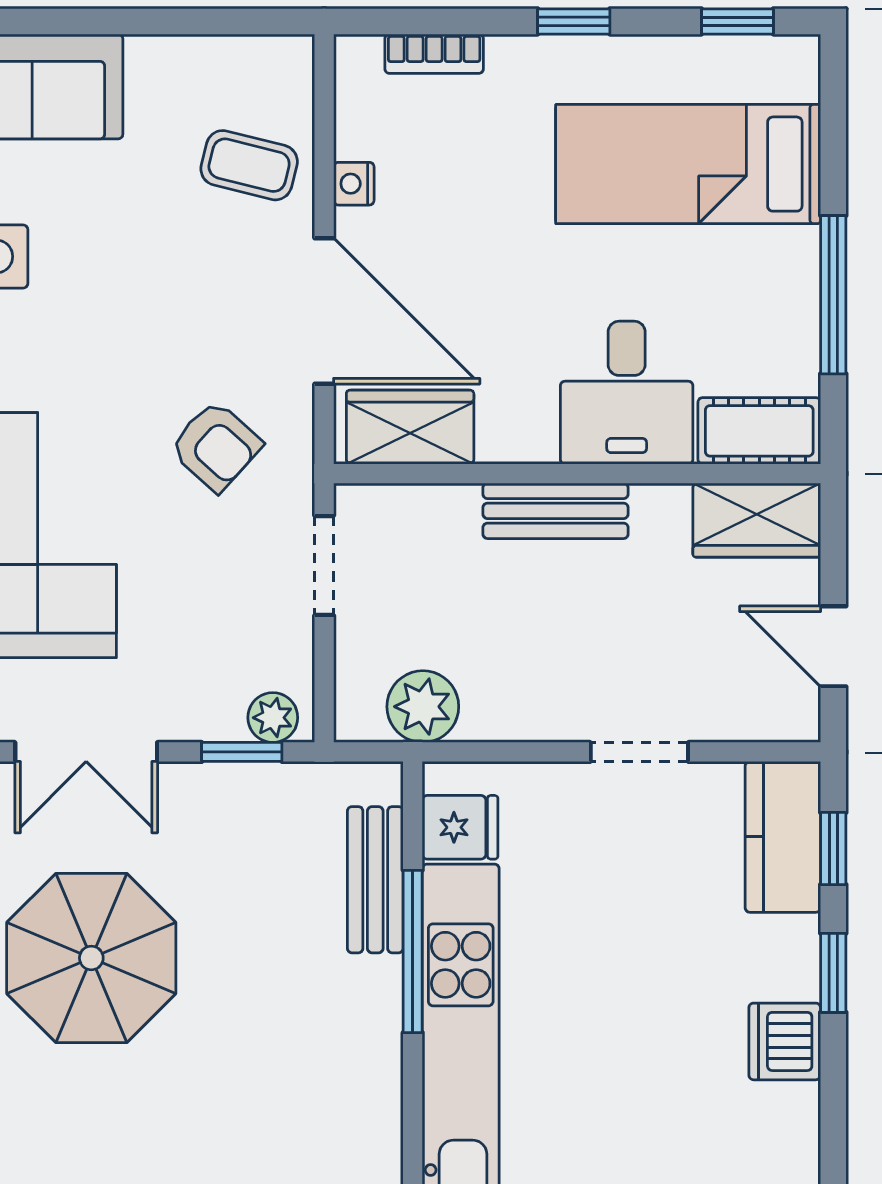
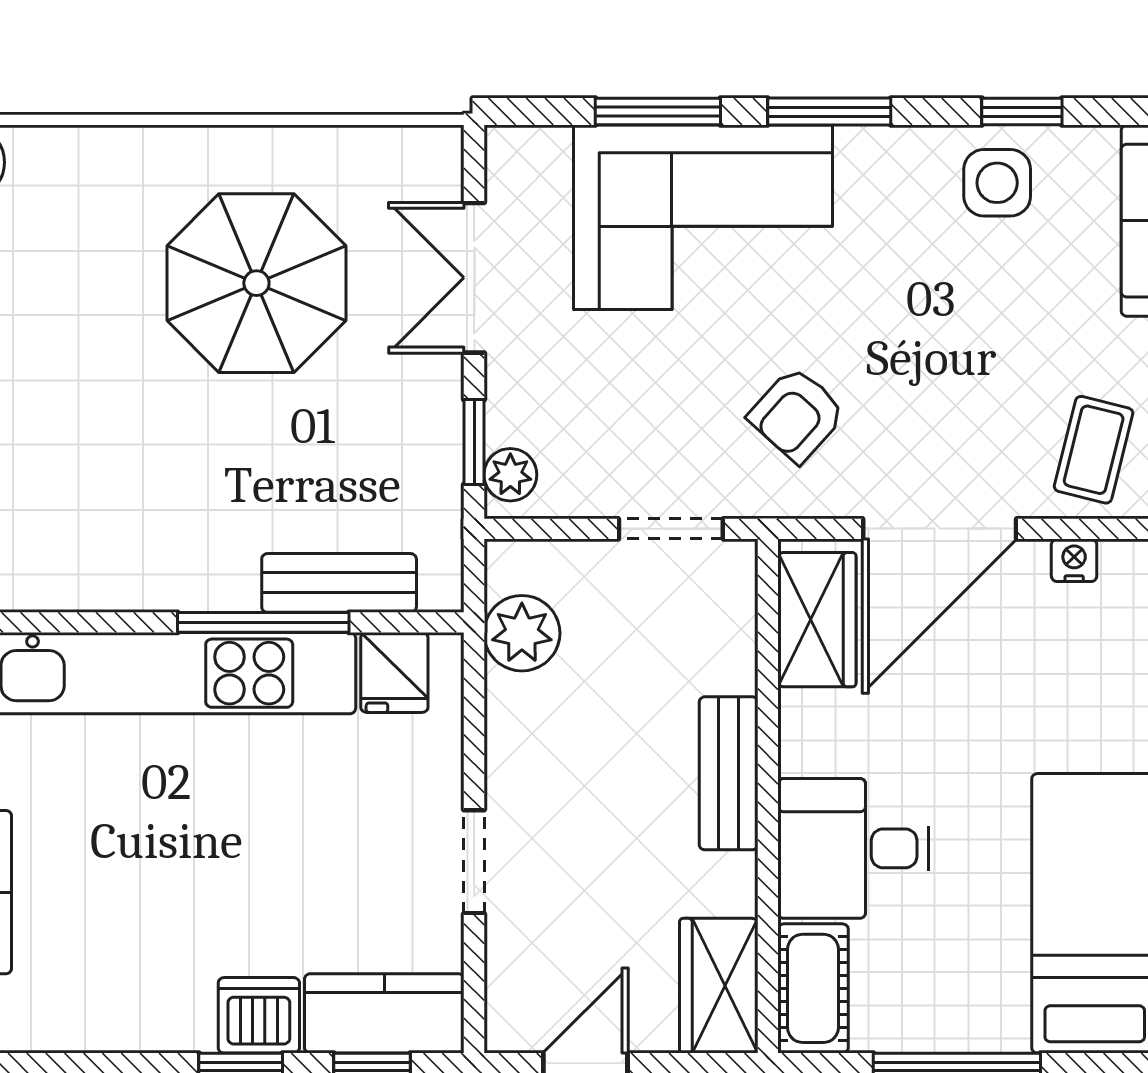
dishwasher: (785, 1041) -> (259, 1015), moved

